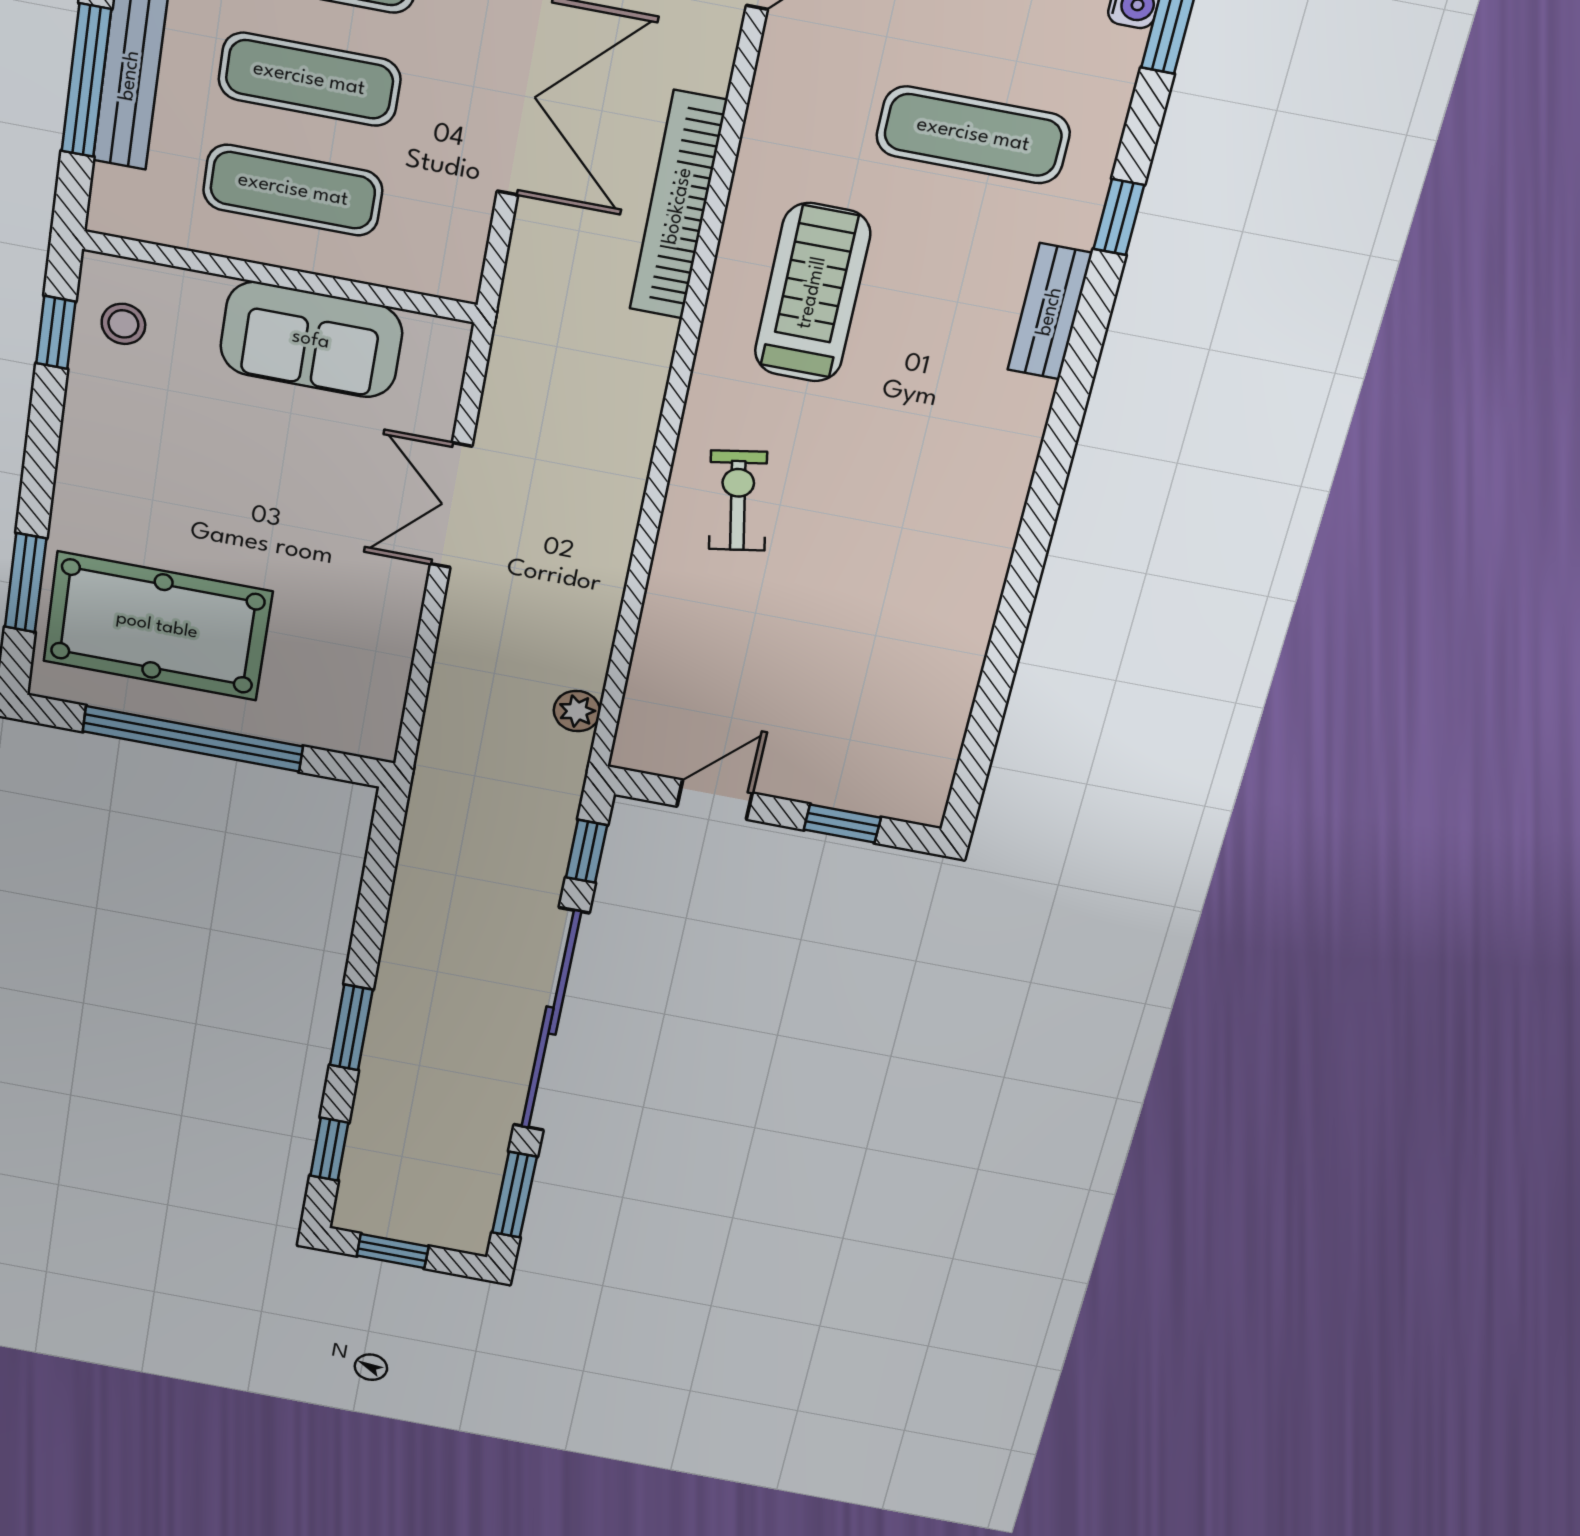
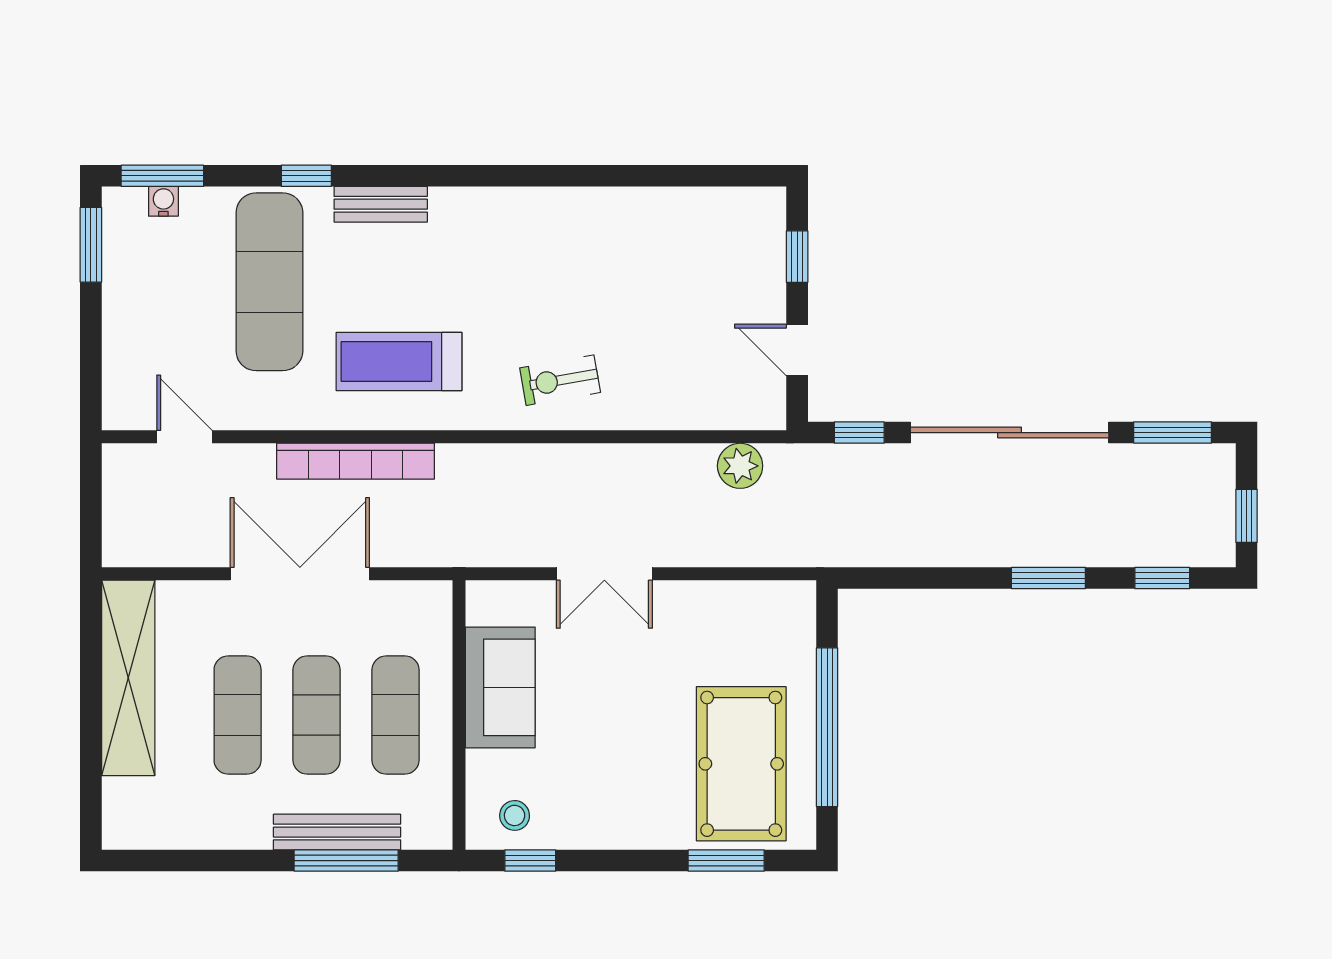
exercise mat: (973, 135) -> (269, 282), width x1.36, depth x1.45
plant: (577, 711) -> (740, 466), width x1.38, depth x1.38

